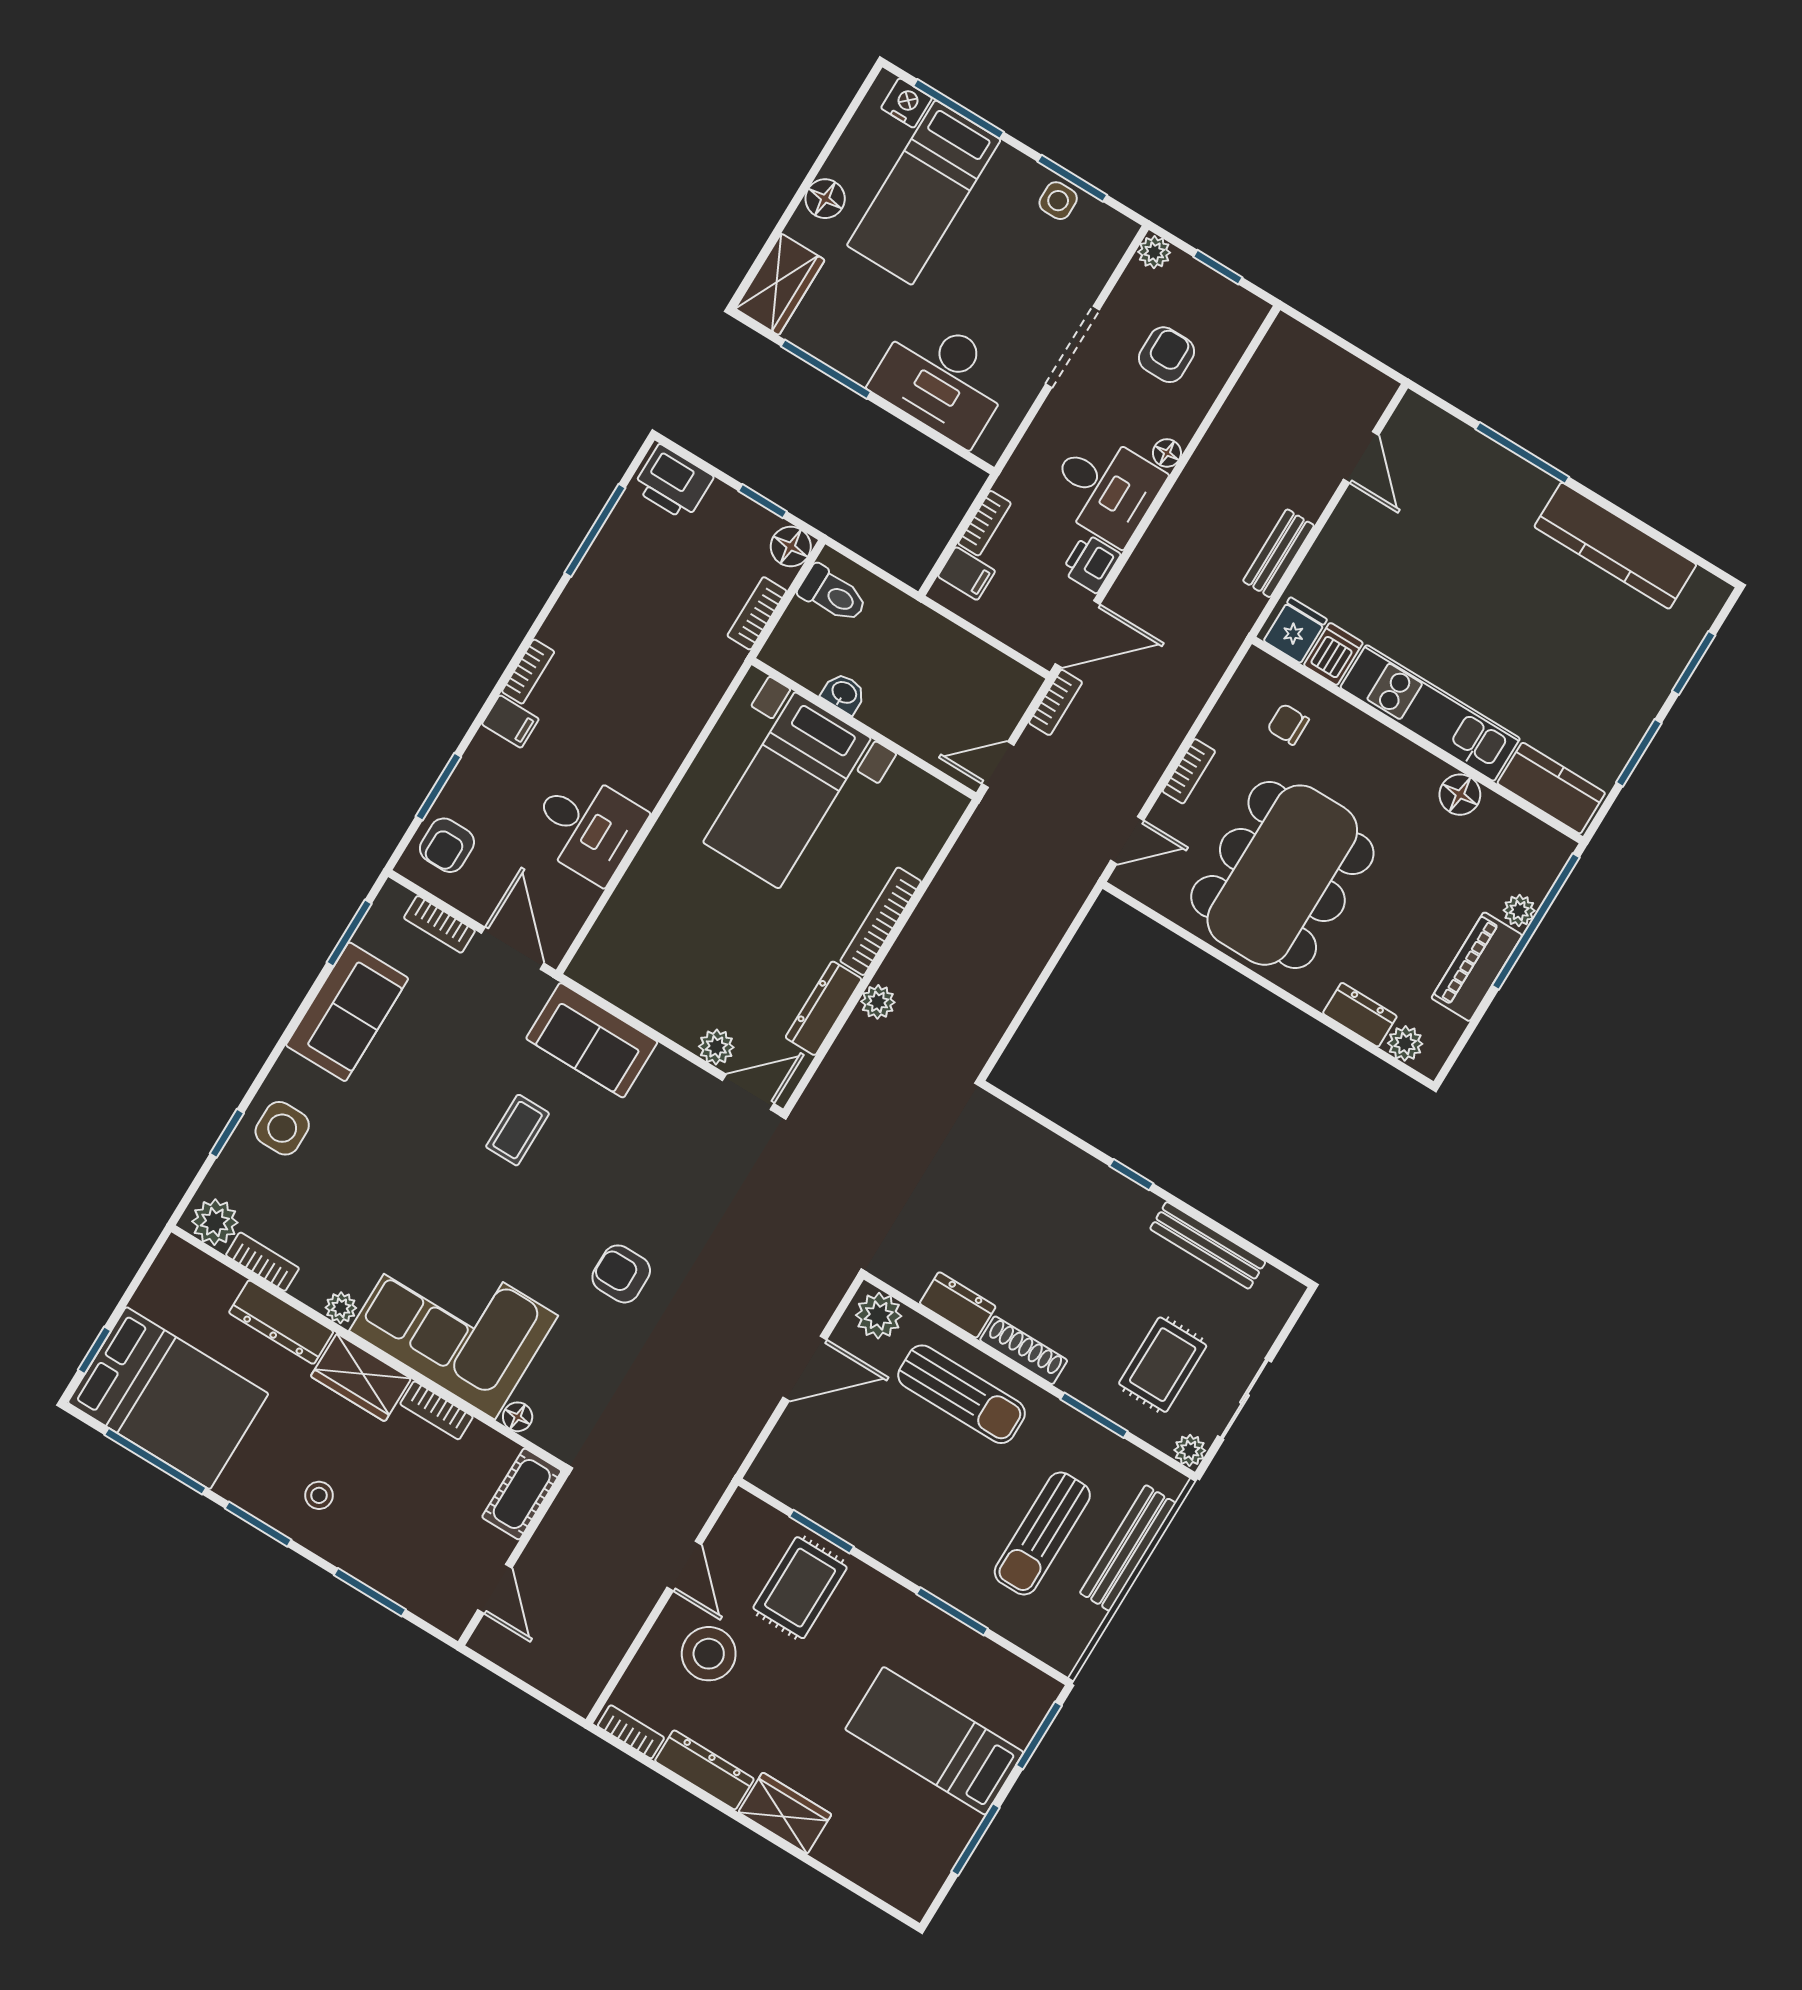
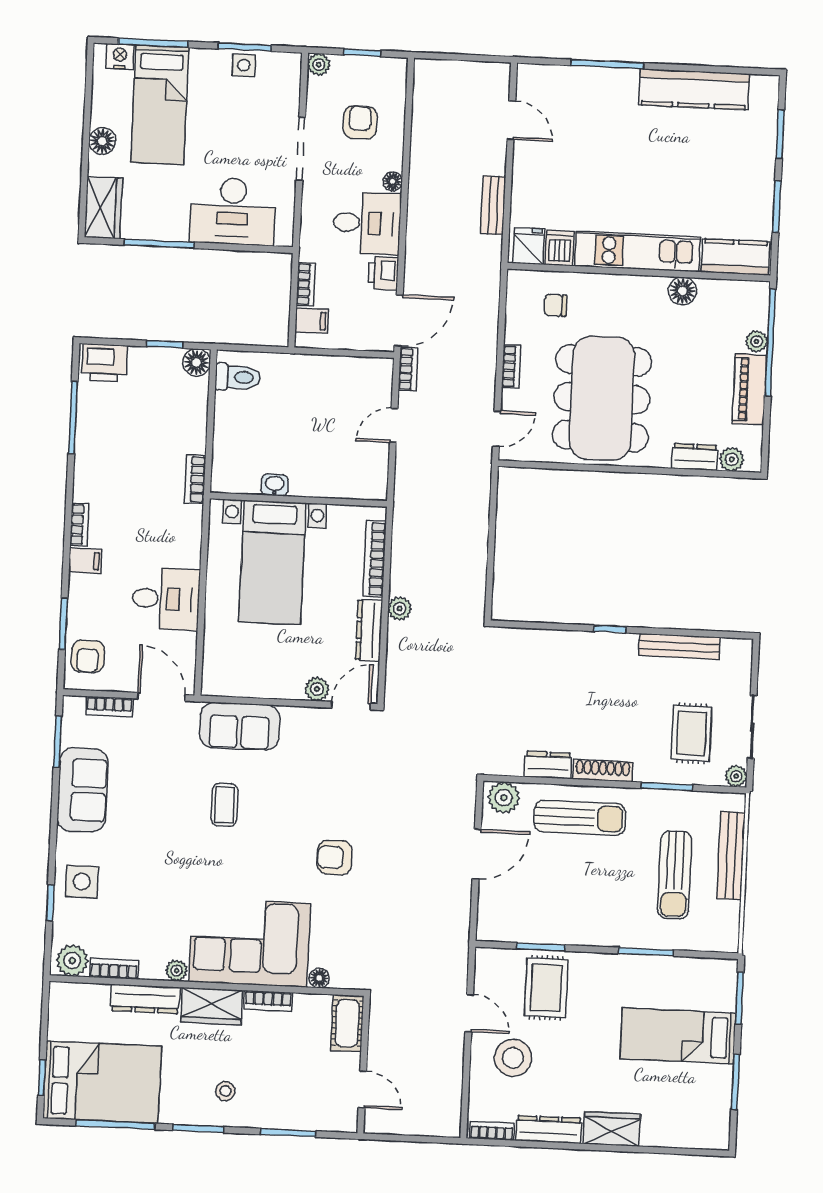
bookcase: (757, 613) -> (195, 479), moved
washbasin: (844, 693) -> (275, 485), moved
wall: (864, 729) -> (298, 500), moved
bed with nightstands: (787, 790) -> (272, 562), moved

